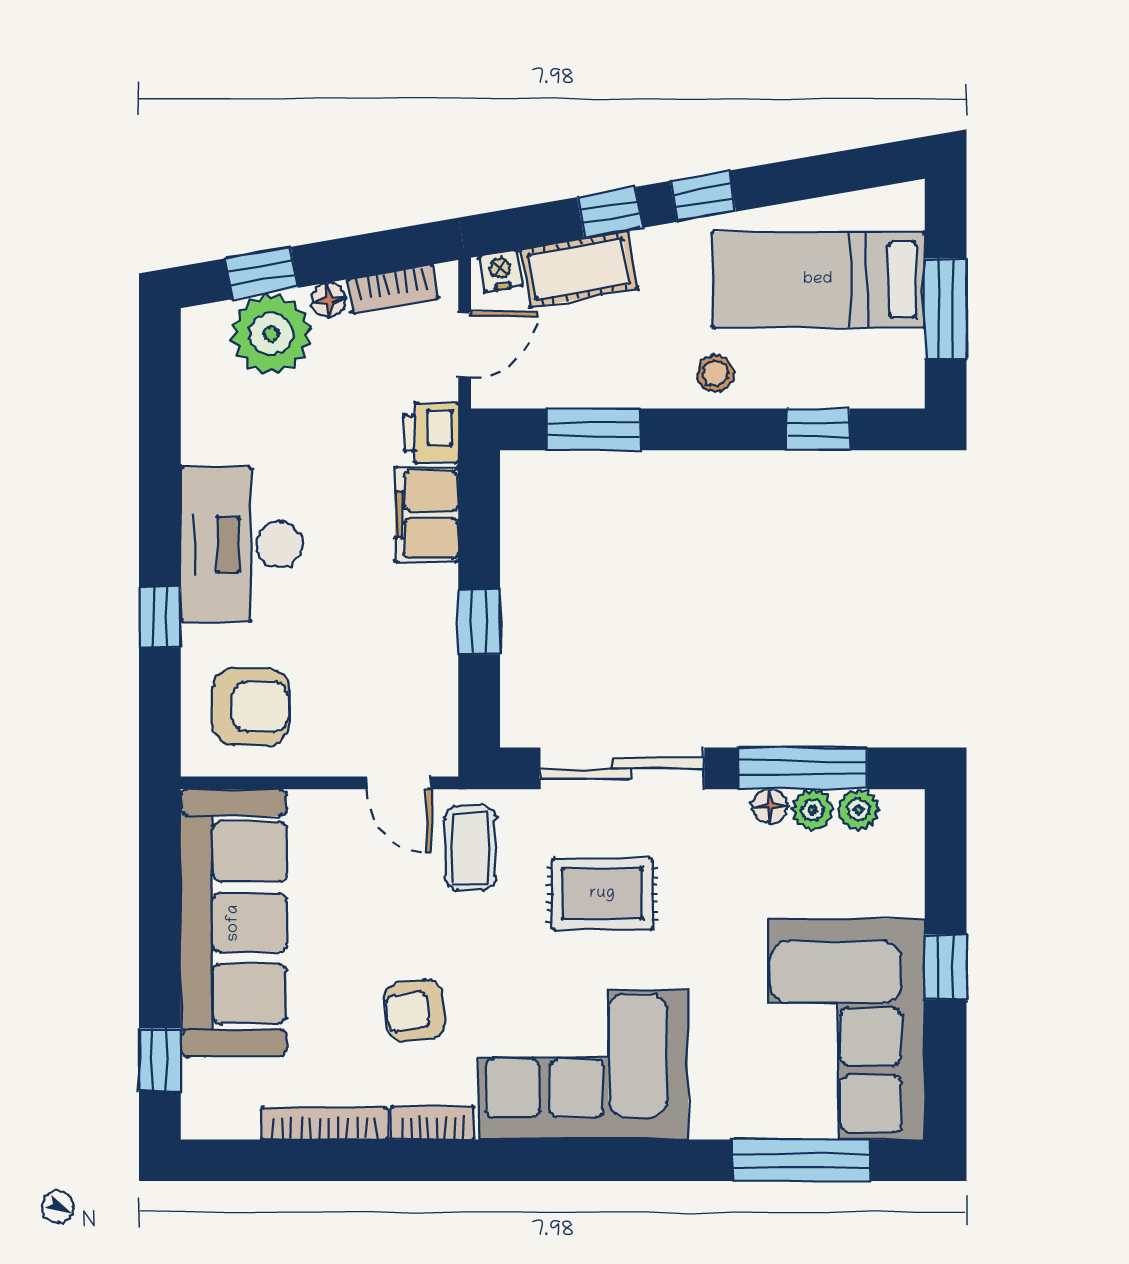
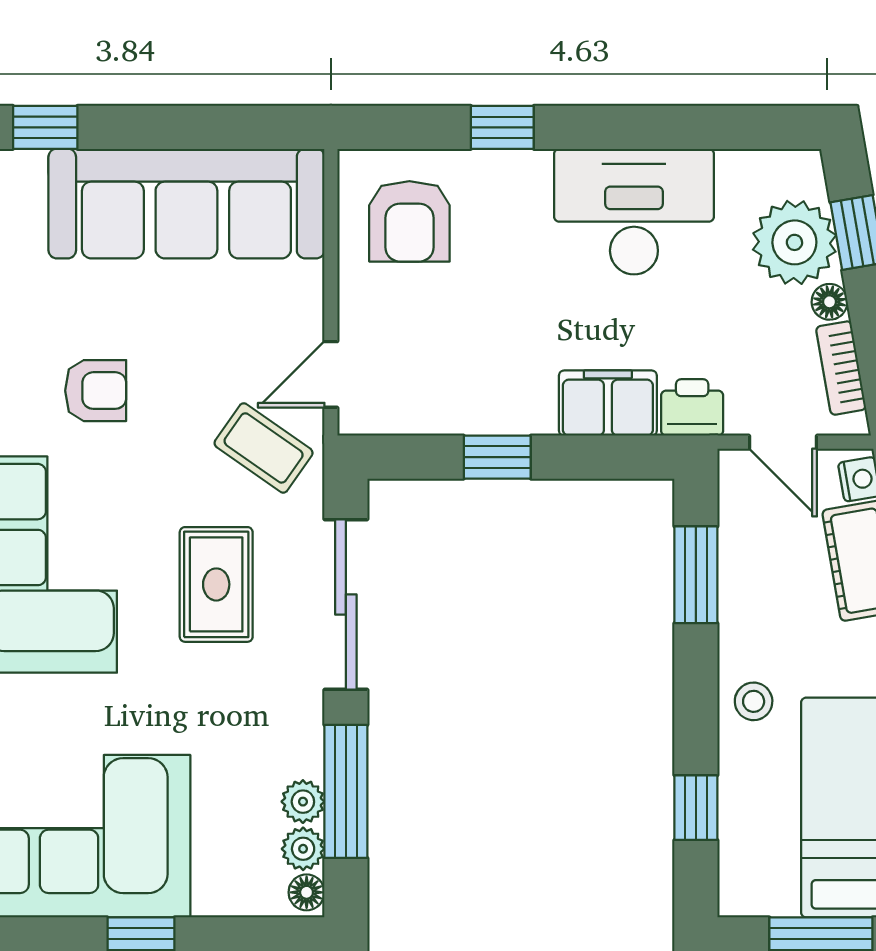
desk: (241, 544) -> (634, 212), moved
floor lamp: (770, 806) -> (307, 892), moved
coffee table: (470, 848) -> (264, 448), turned 35
armchair: (415, 1011) -> (96, 391), turned 98

